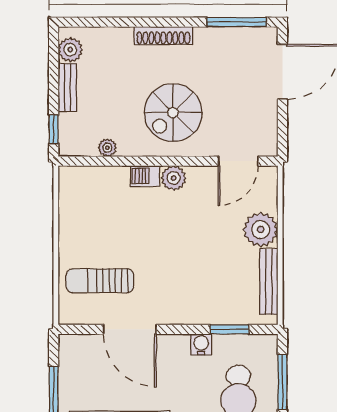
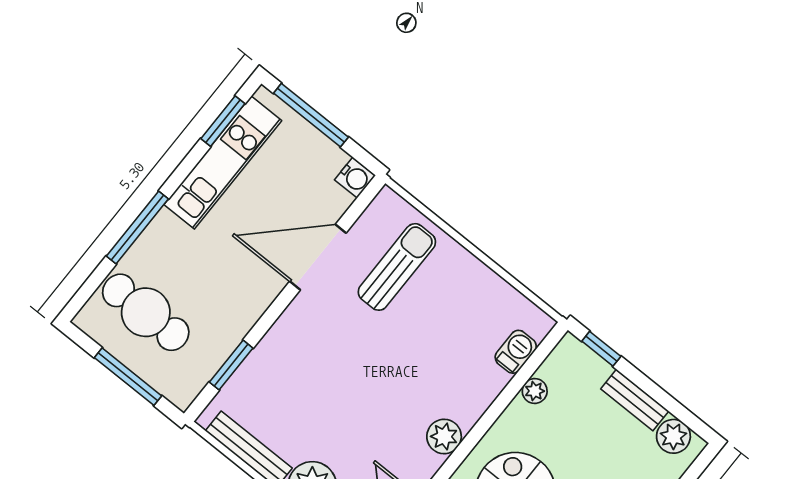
barbecue: (145, 176) -> (516, 352), moved
water cooler: (201, 344) -> (355, 178), moved

